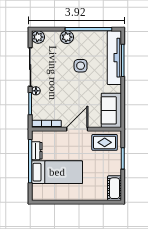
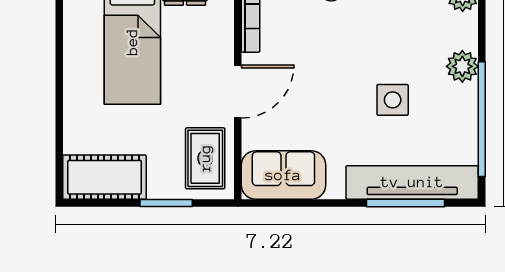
door: (77, 129) -> (238, 92), hinge flipped
cot: (115, 188) -> (104, 177), width x1.37, depth x1.34

